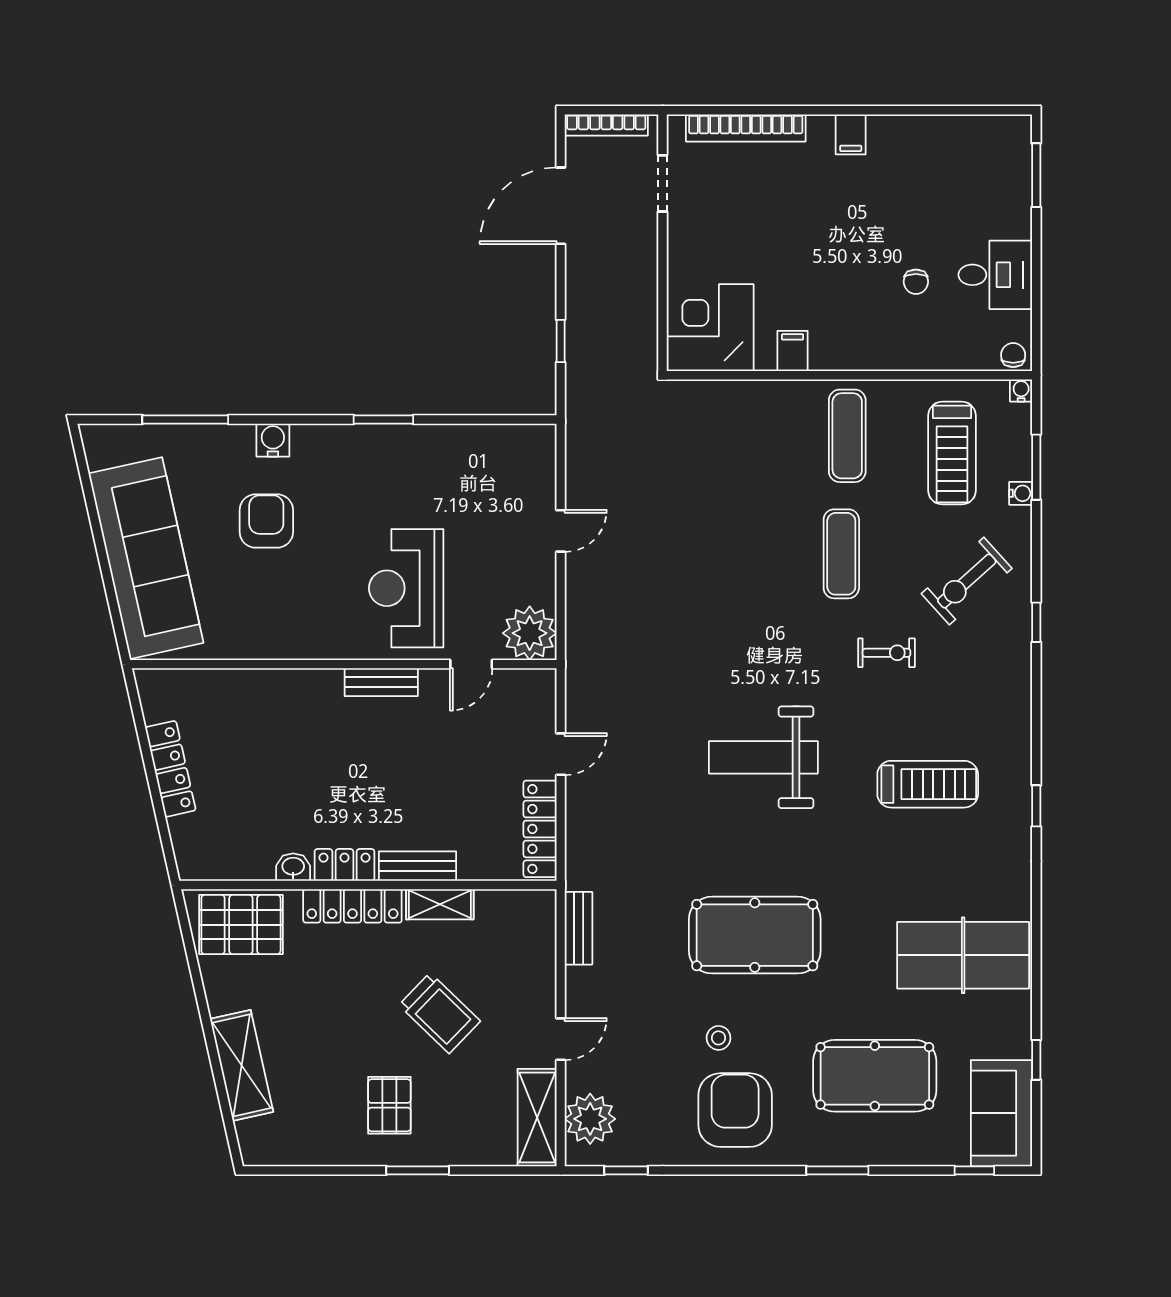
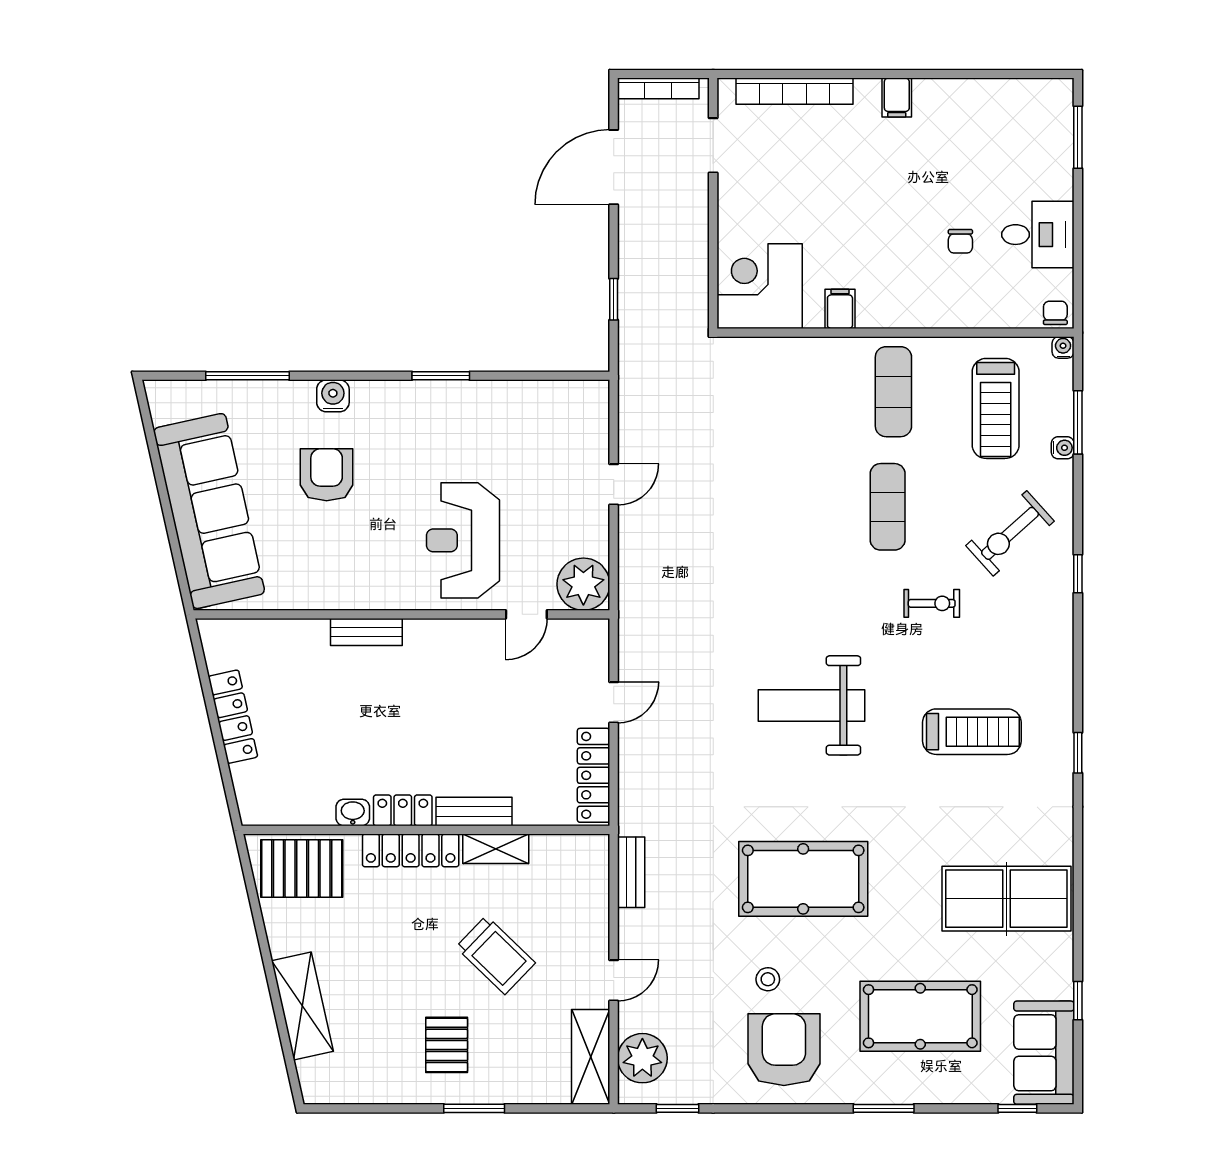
bench: (381, 682) -> (366, 632), moved

